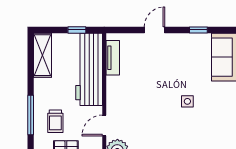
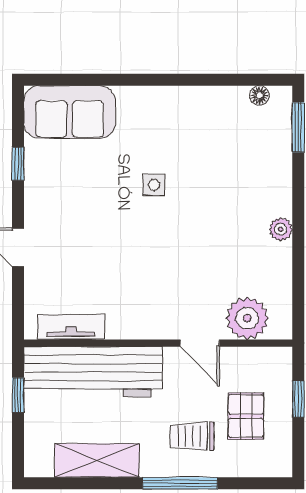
shelving: (43, 55) -> (97, 460), moved
trolley: (55, 121) -> (192, 436), turned 180

